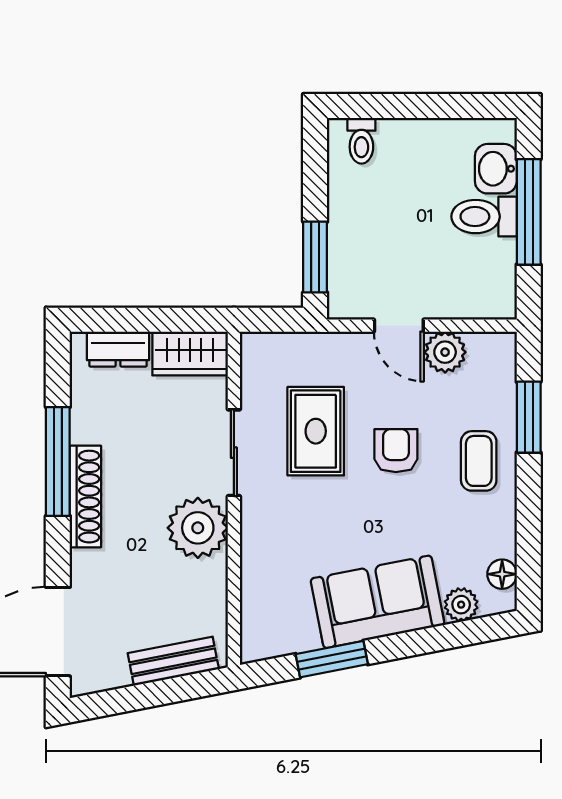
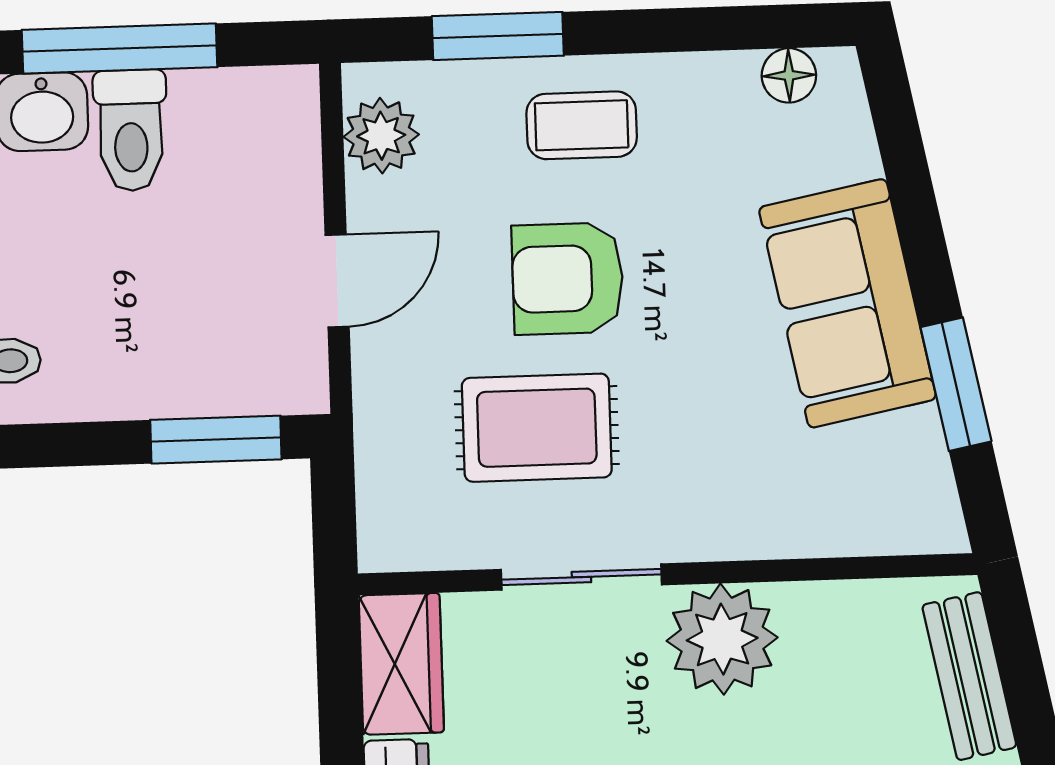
plant: (445, 352) -> (381, 136), moved
armchair: (396, 451) -> (568, 279), width x1.38, depth x1.38
plant: (461, 605) -> (848, 149), removed

